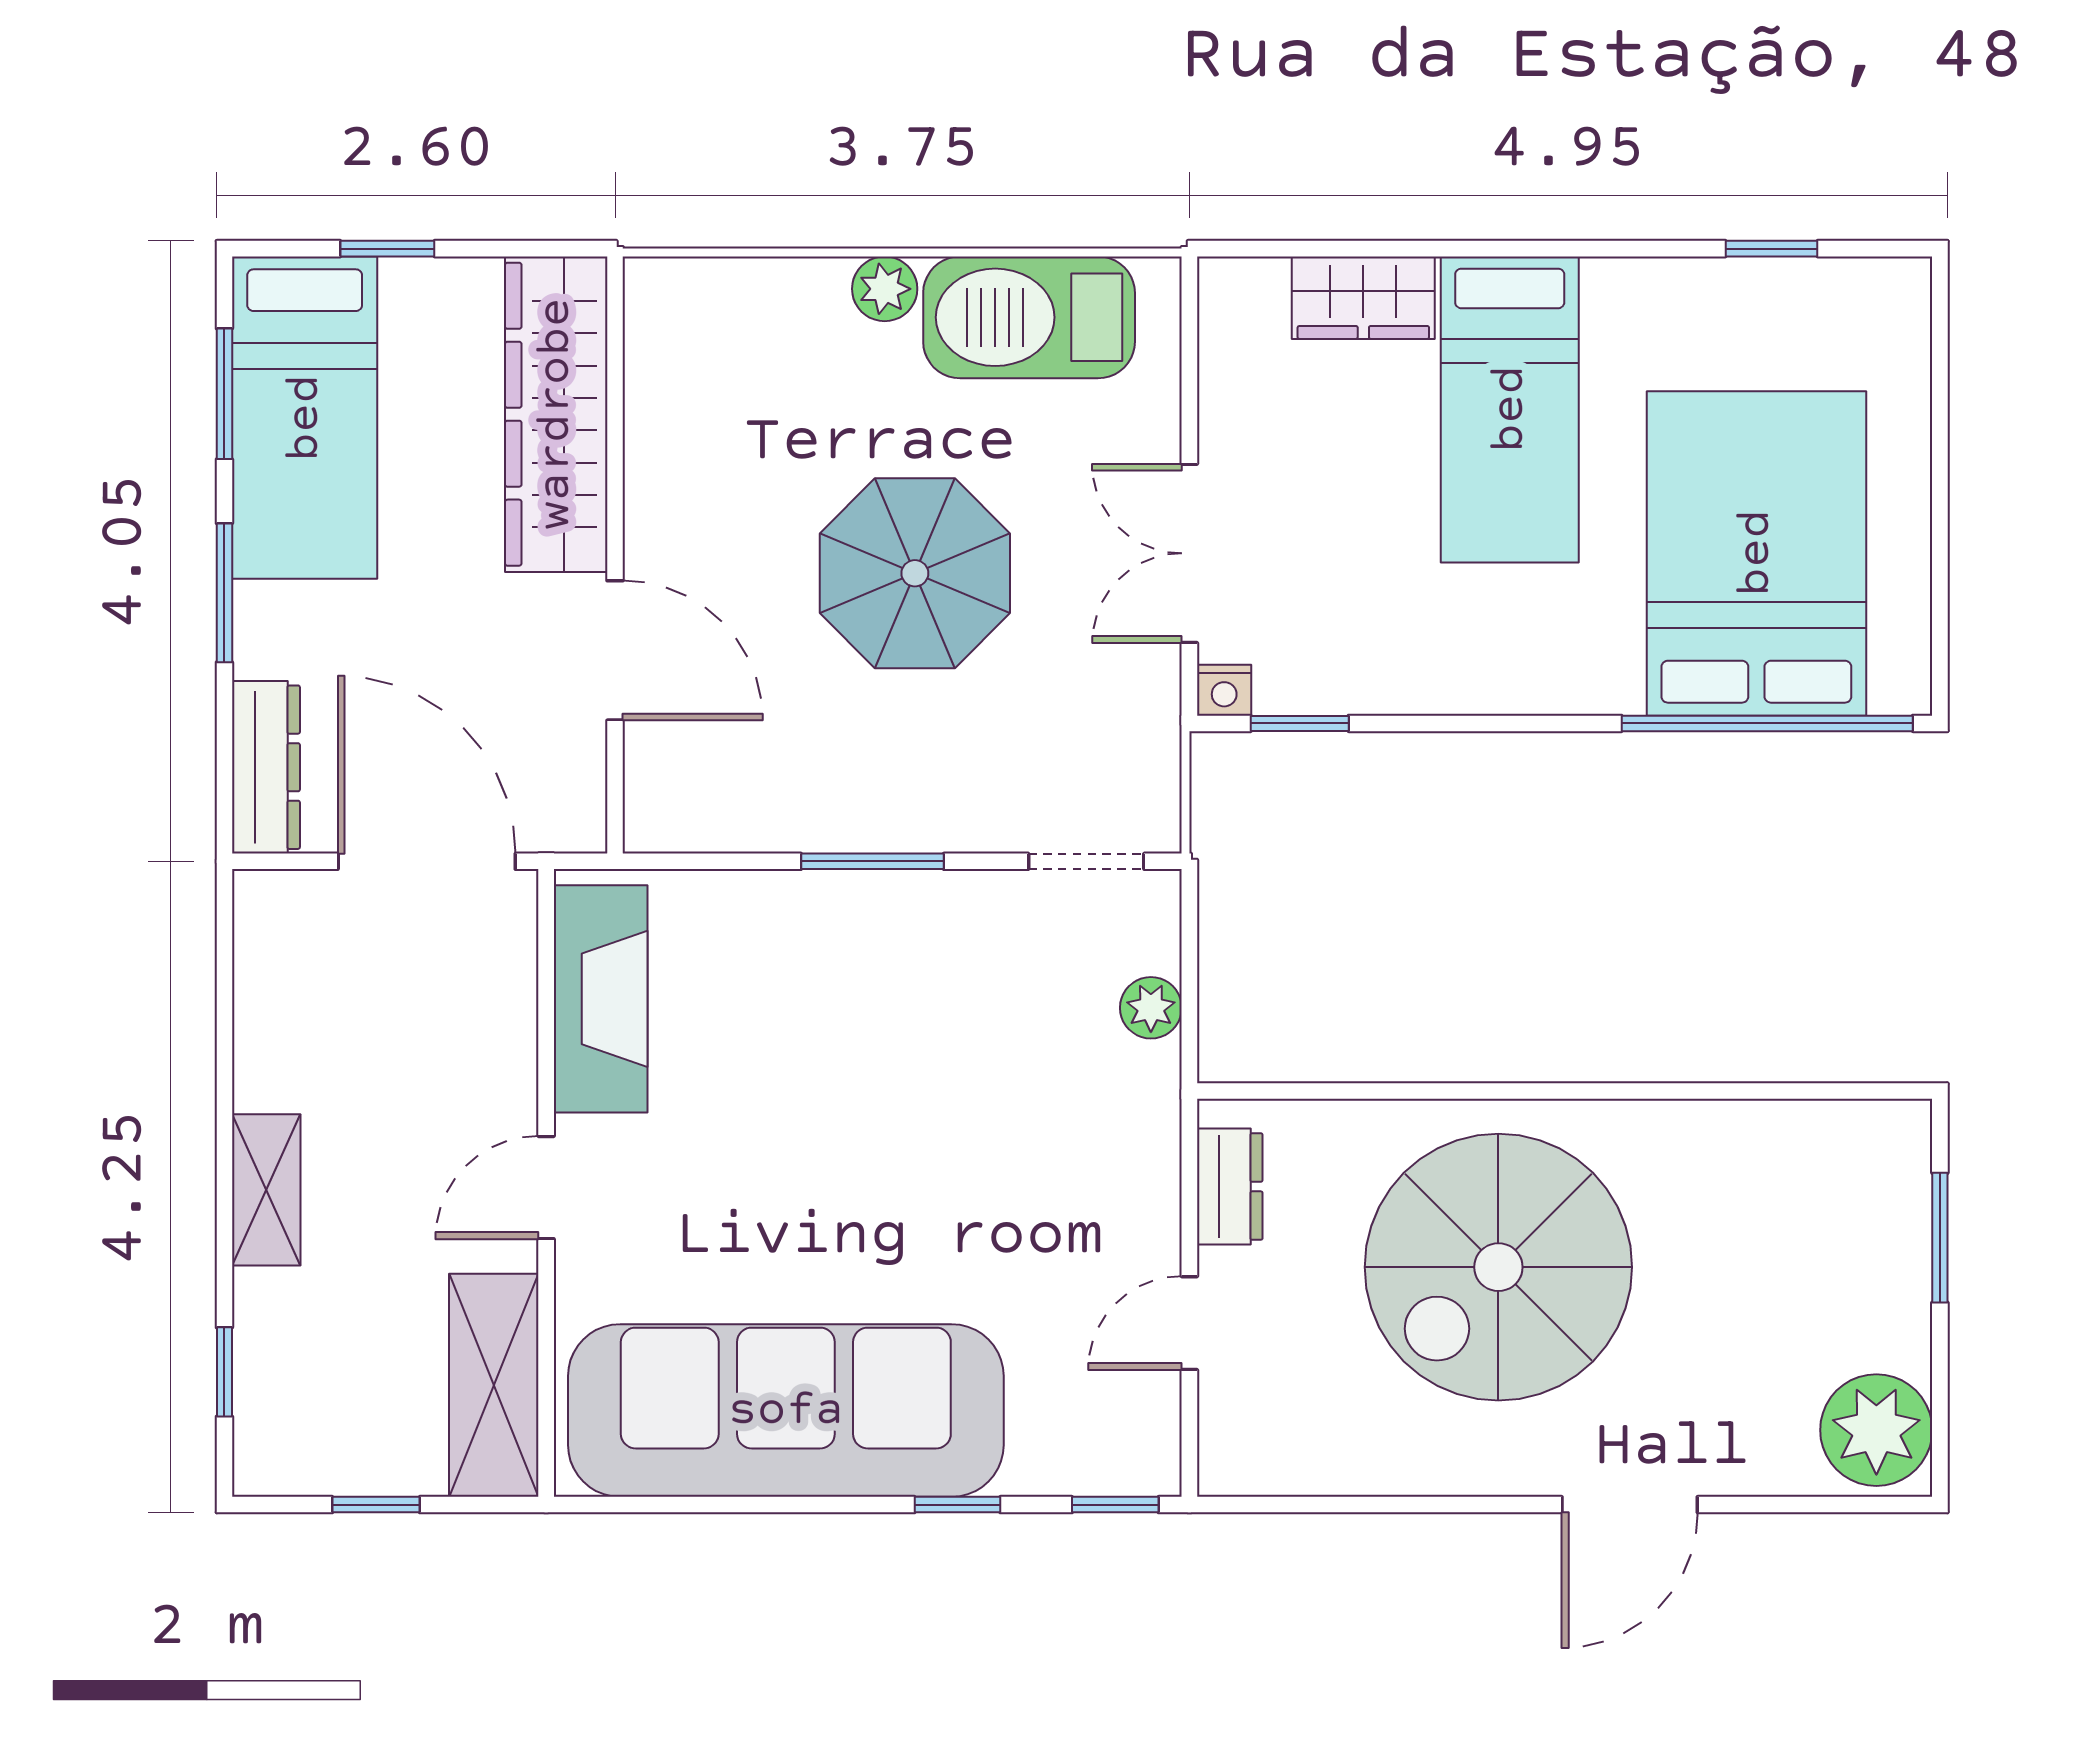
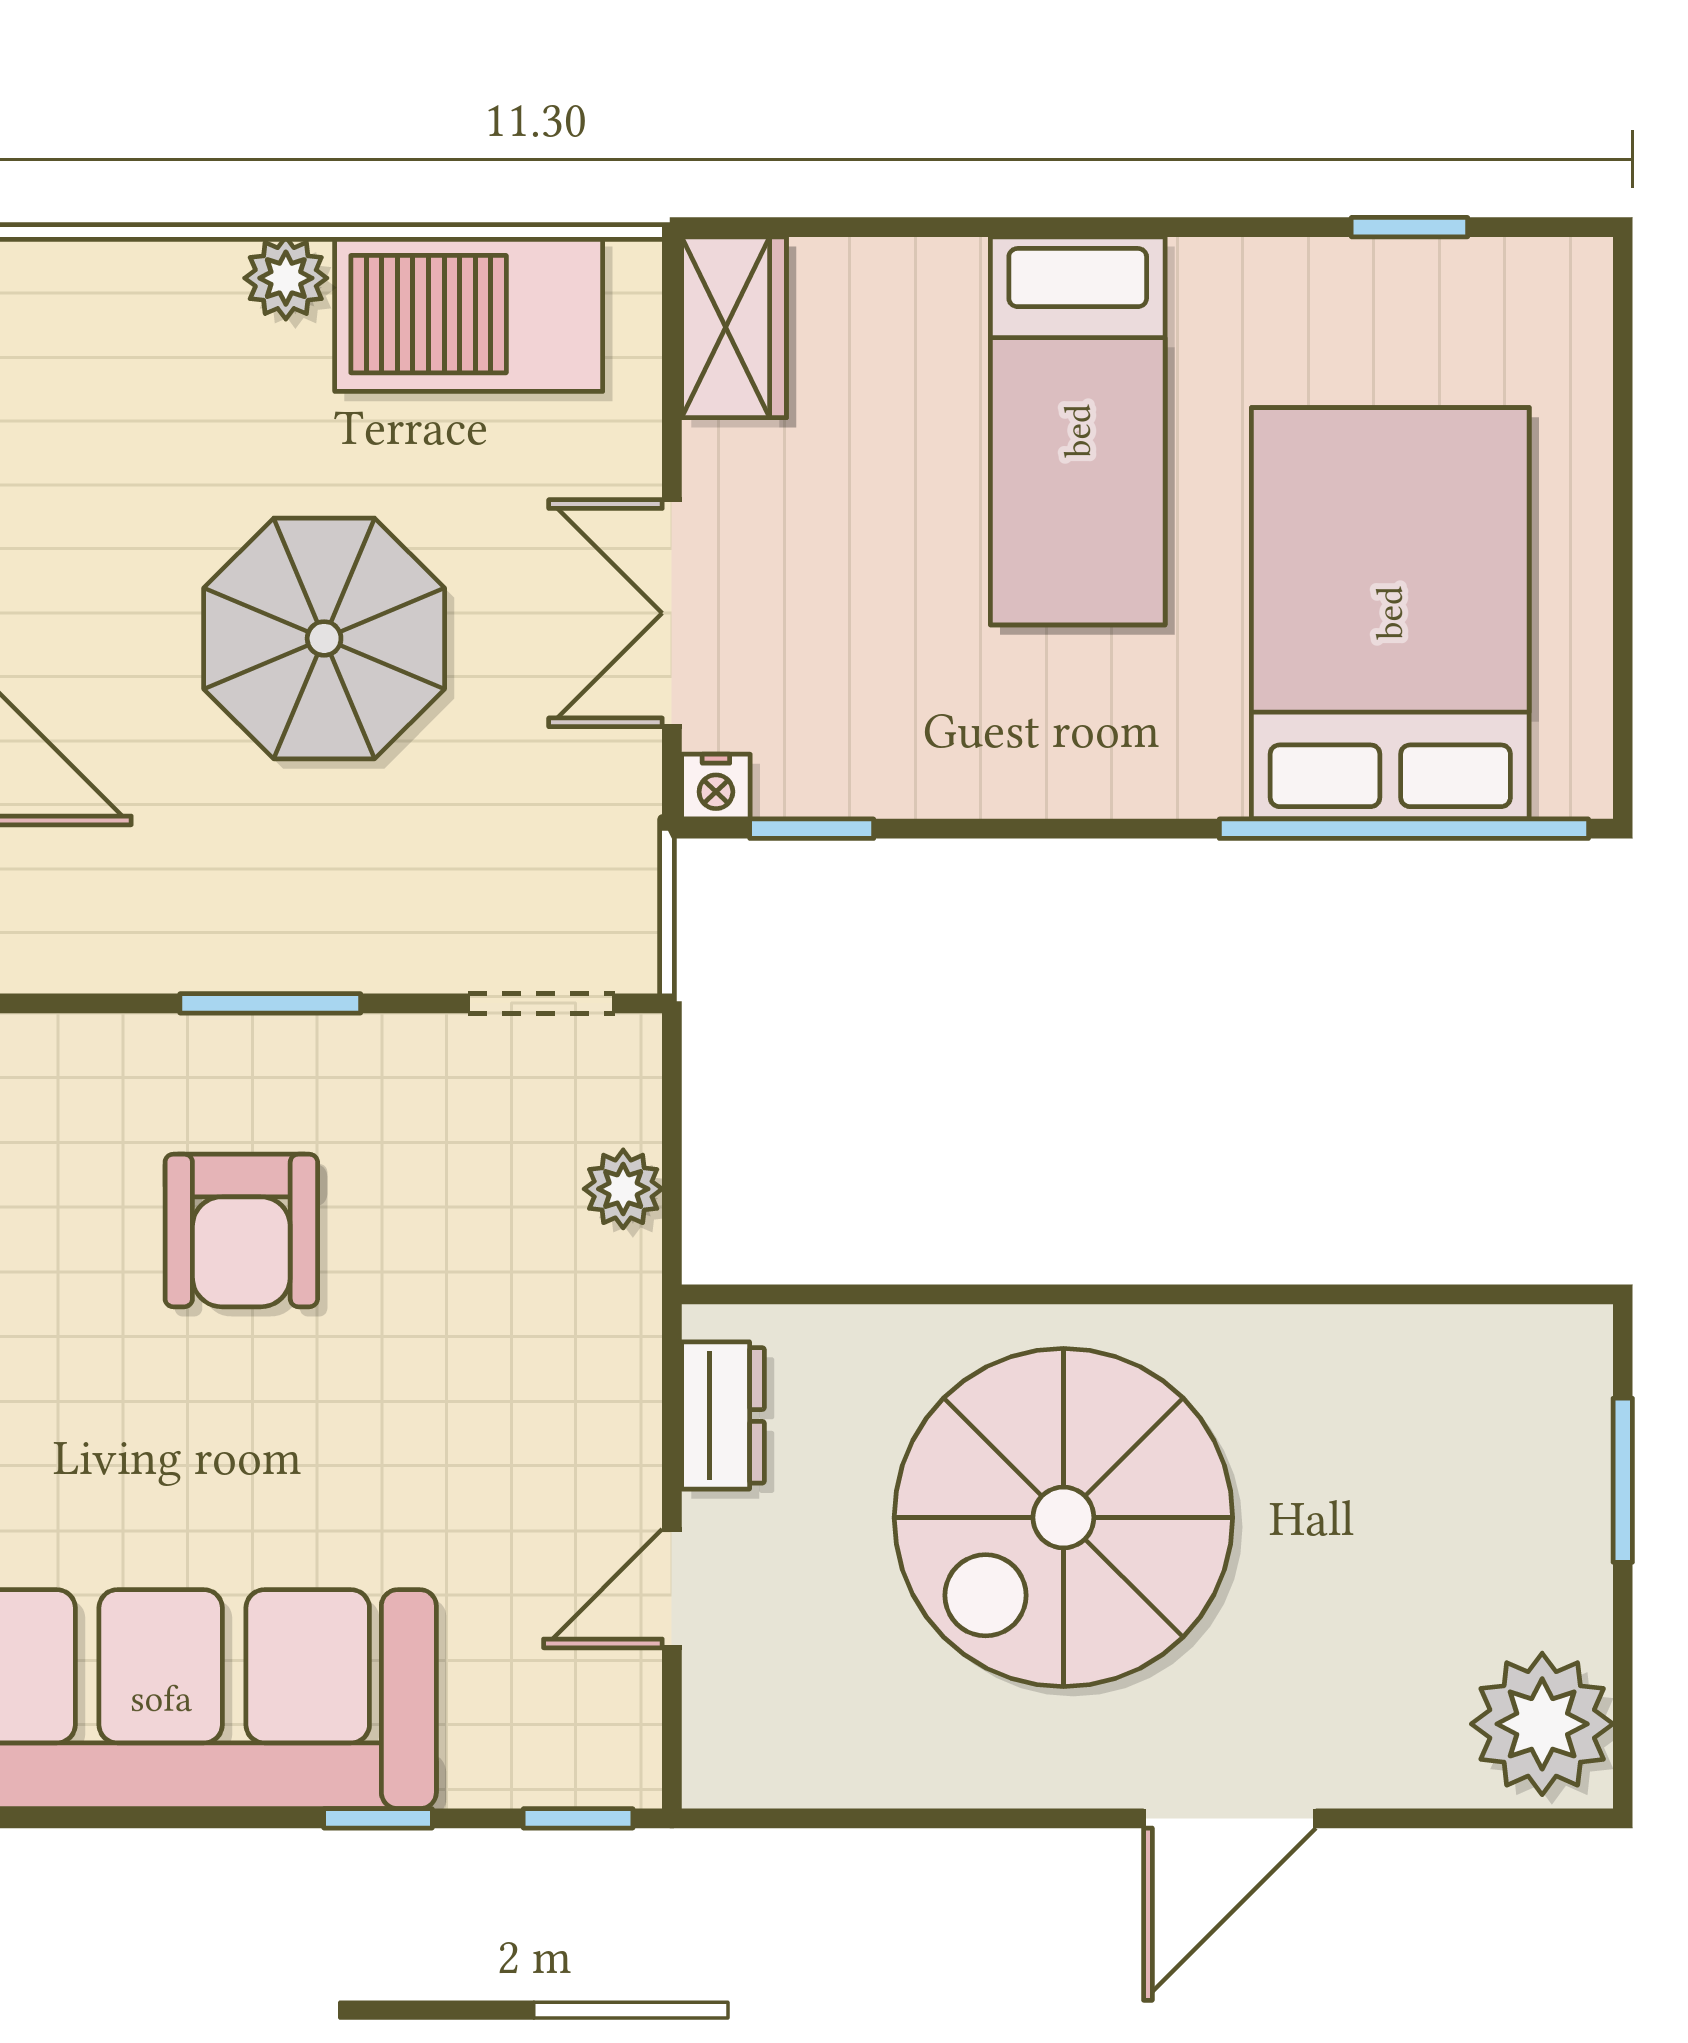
wardrobe: (1363, 298) -> (734, 327), moved, turned -90
armchair: (850, 1041) -> (241, 1230), added

